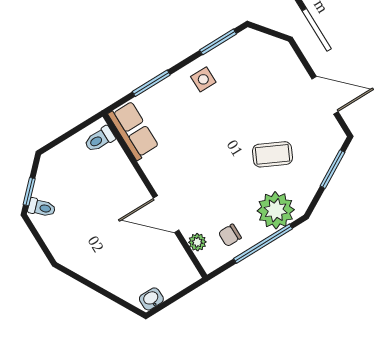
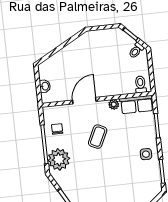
coffee table: (273, 154) -> (98, 137), moved
toilet: (42, 208) -> (136, 51), moved
plant: (197, 242) -> (114, 104), moved
washbasin: (151, 299) -> (45, 86), moved

